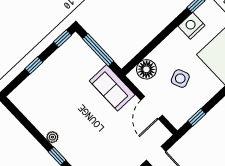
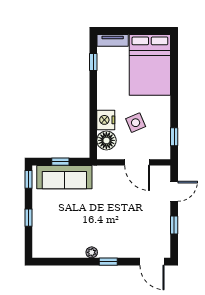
nightstand: (192, 26) -> (106, 120), moved
window: (98, 50) -> (60, 162), width x0.46
sofa: (112, 88) -> (64, 177), moved, width x1.36

